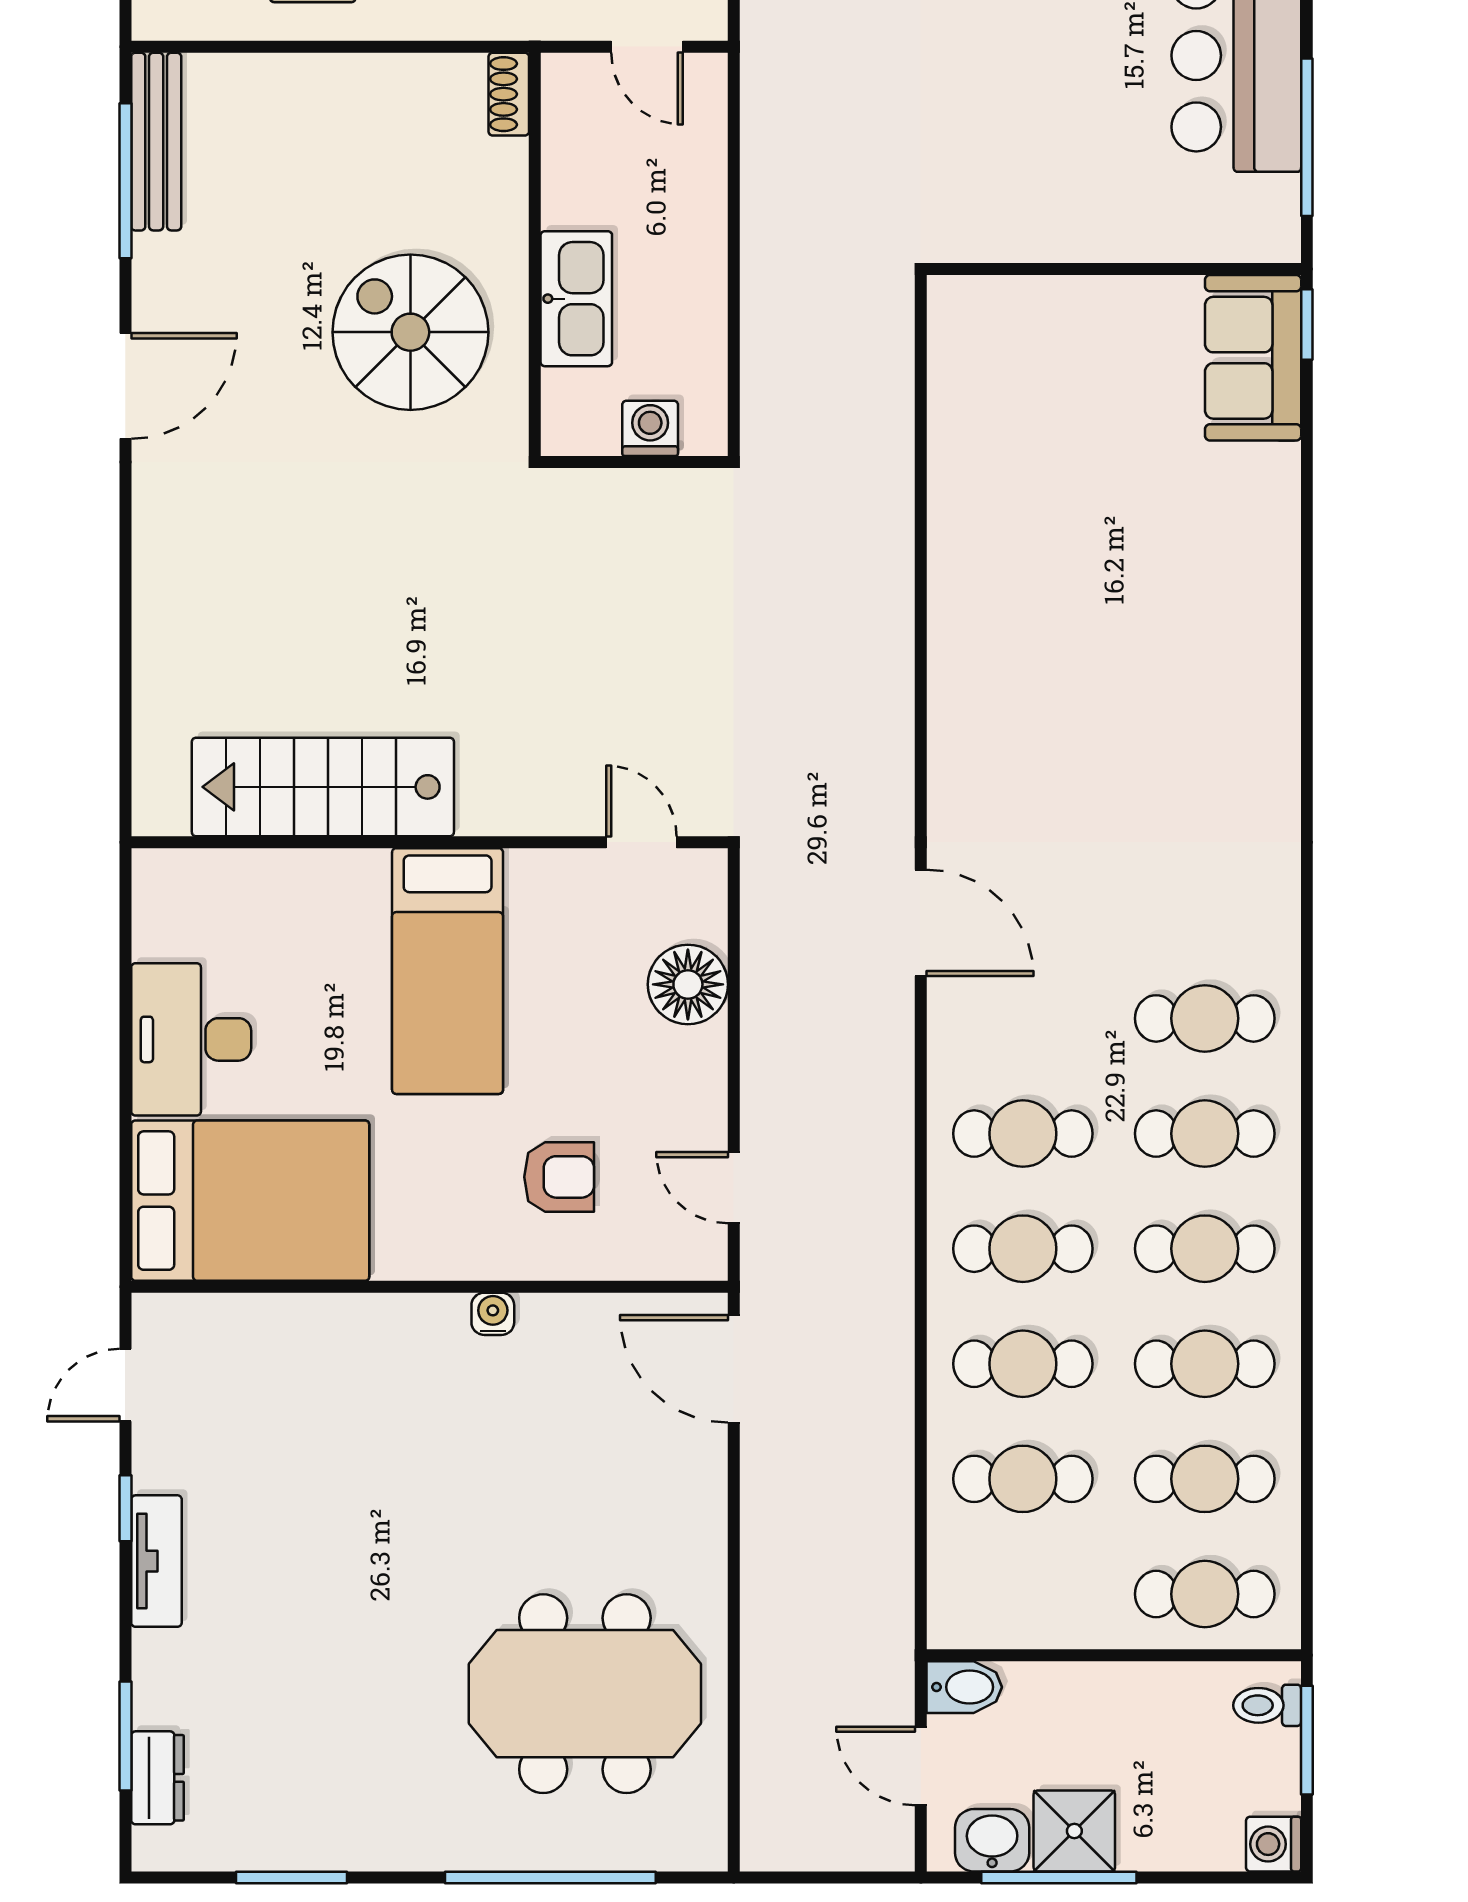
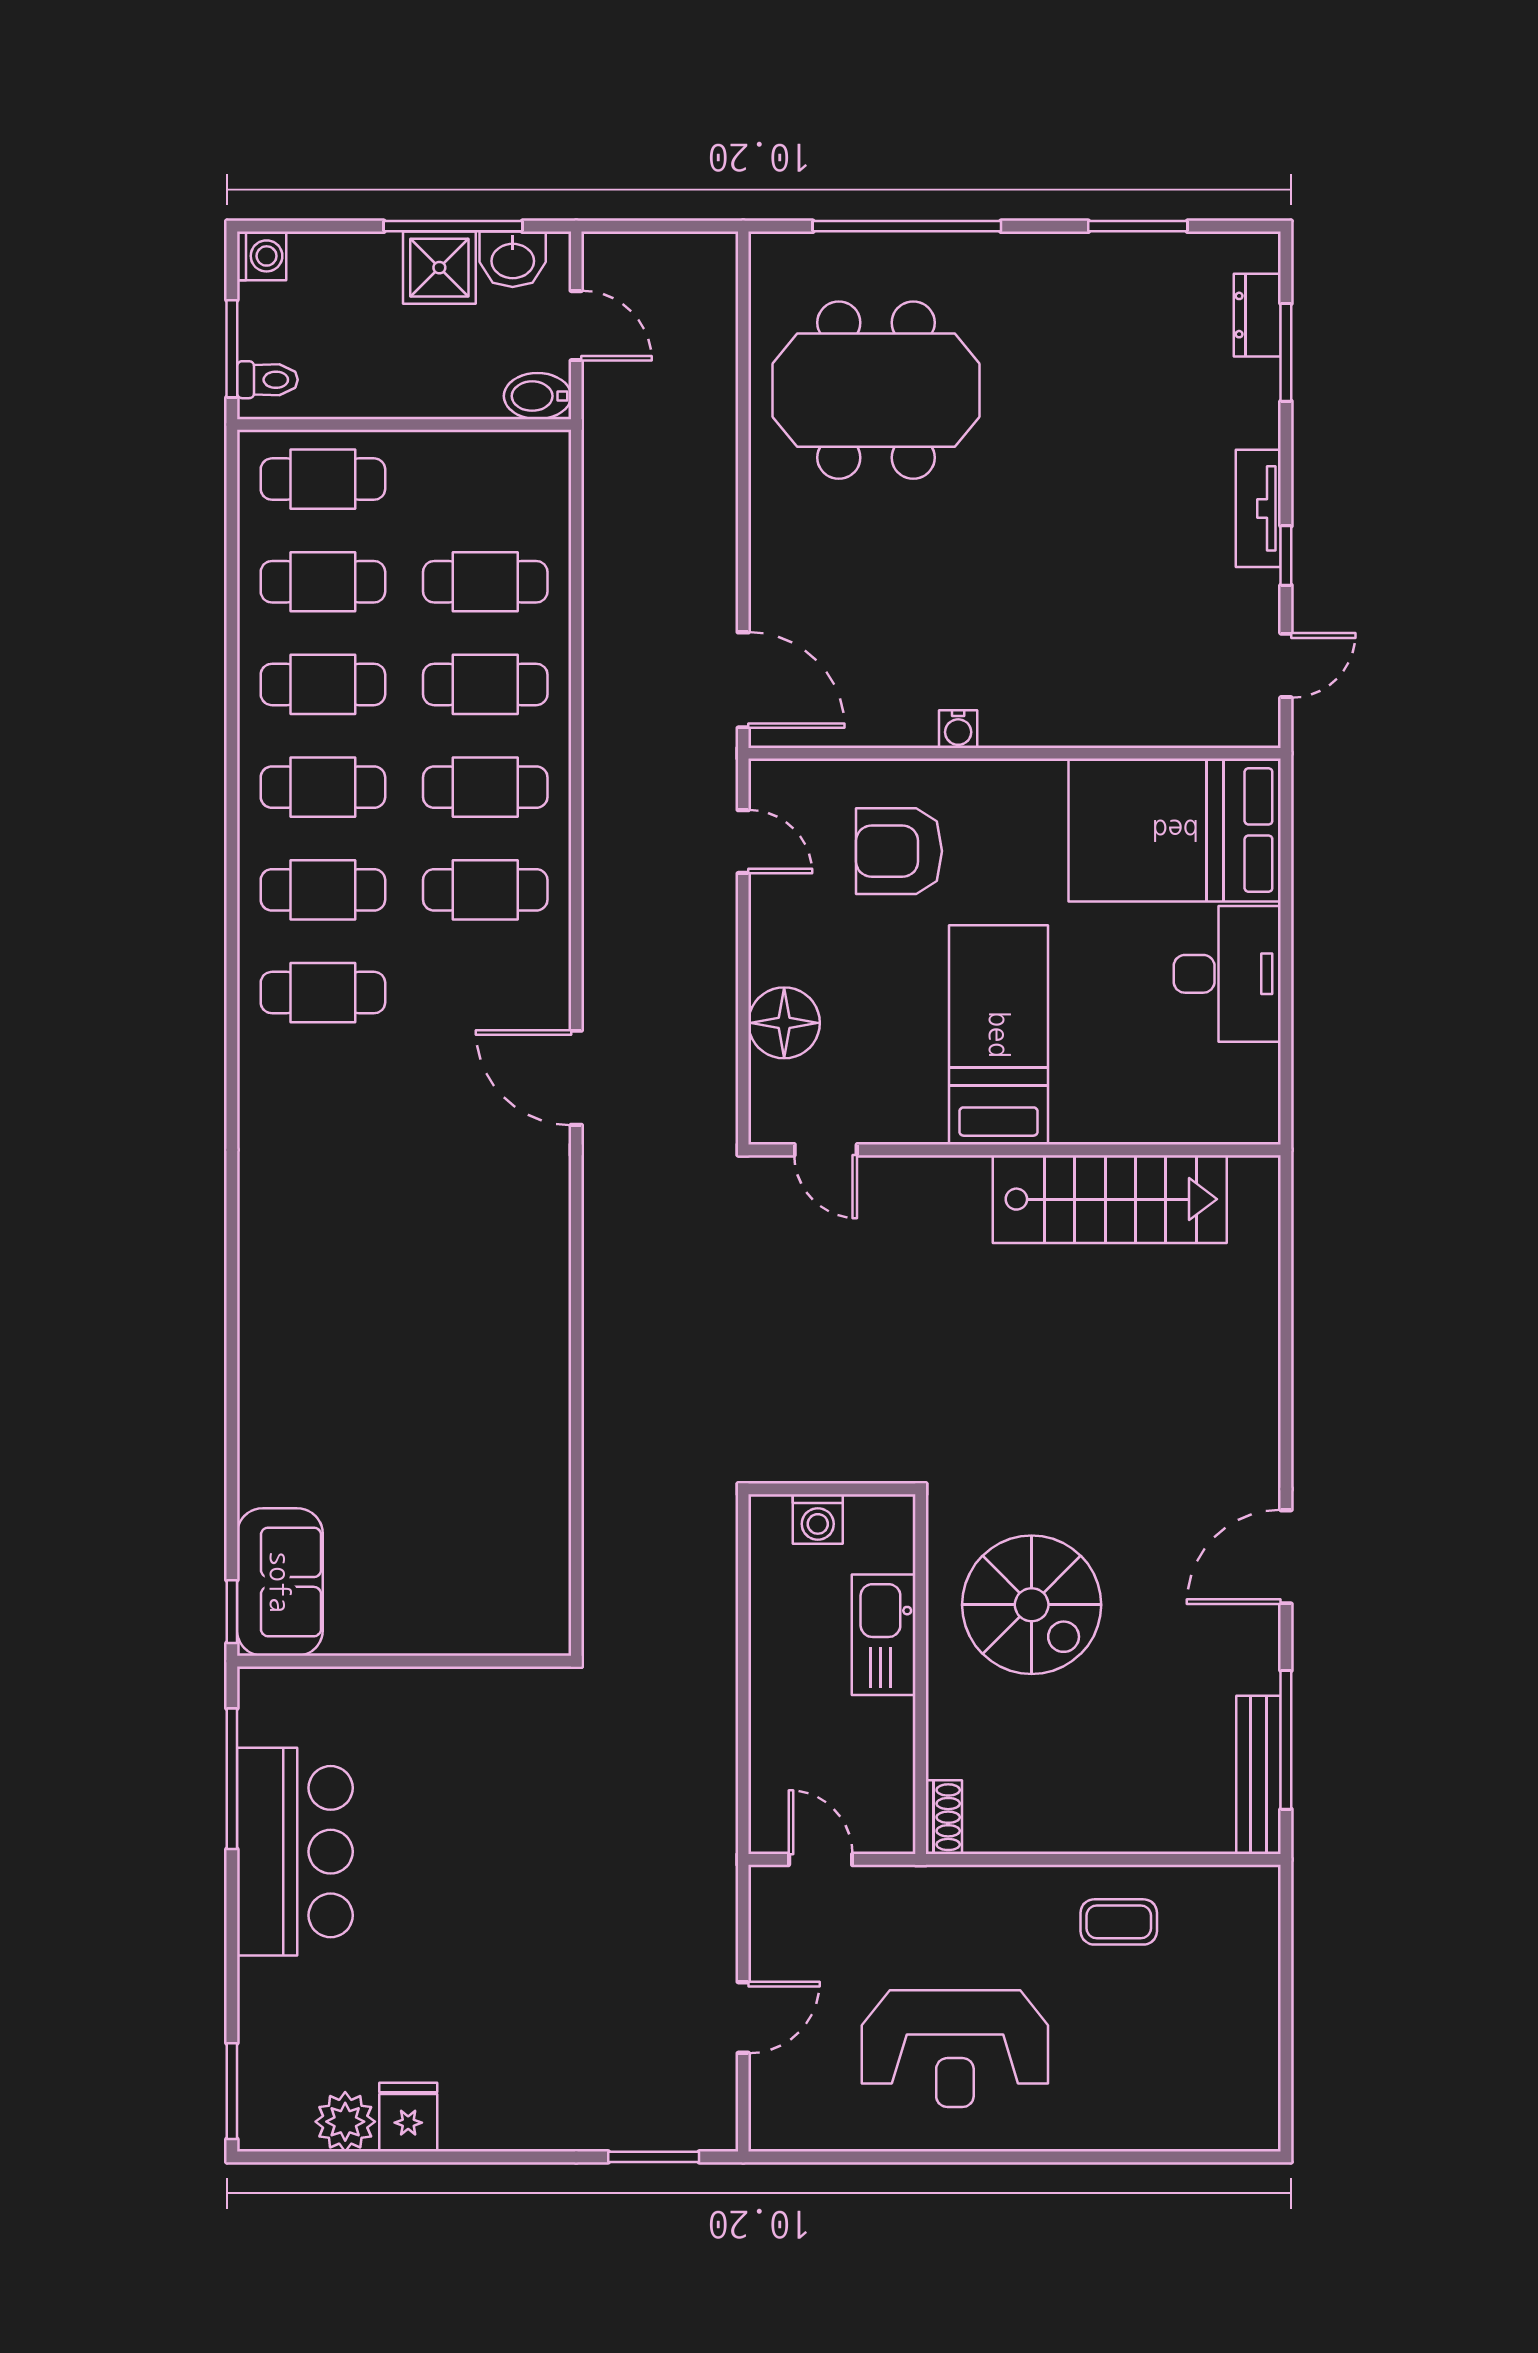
armchair: (559, 1177) -> (899, 851), width x1.38, depth x1.38

